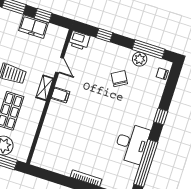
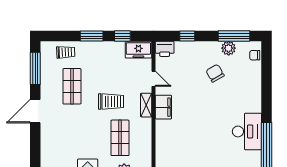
freezer: (34, 27) -> (138, 50), moved
filing cabinet: (60, 95) -> (163, 107), width x2.00
window: (161, 117) -> (267, 97), removed

